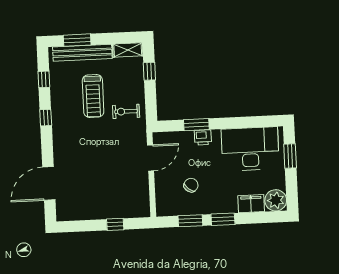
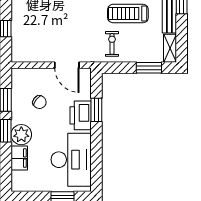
window: (149, 71) -> (149, 68), width x1.50
printer: (203, 137) -> (81, 115), width x1.87, depth x1.48
plant: (276, 200) -> (21, 135), moved

